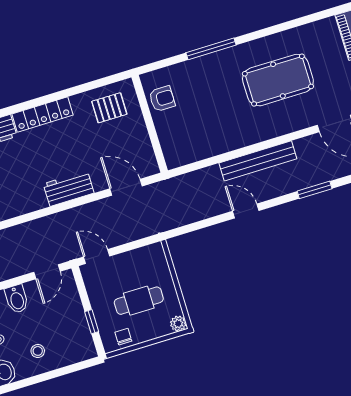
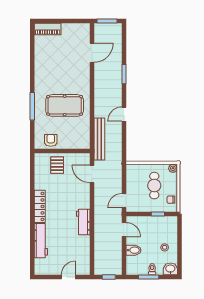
pool table: (278, 80) -> (65, 105), moved, turned 90
pallet: (109, 108) -> (57, 165), moved
bench: (258, 161) -> (99, 139), moved
door: (126, 187) -> (92, 174), hinge flipped
workbench: (69, 188) -> (83, 222), moved

